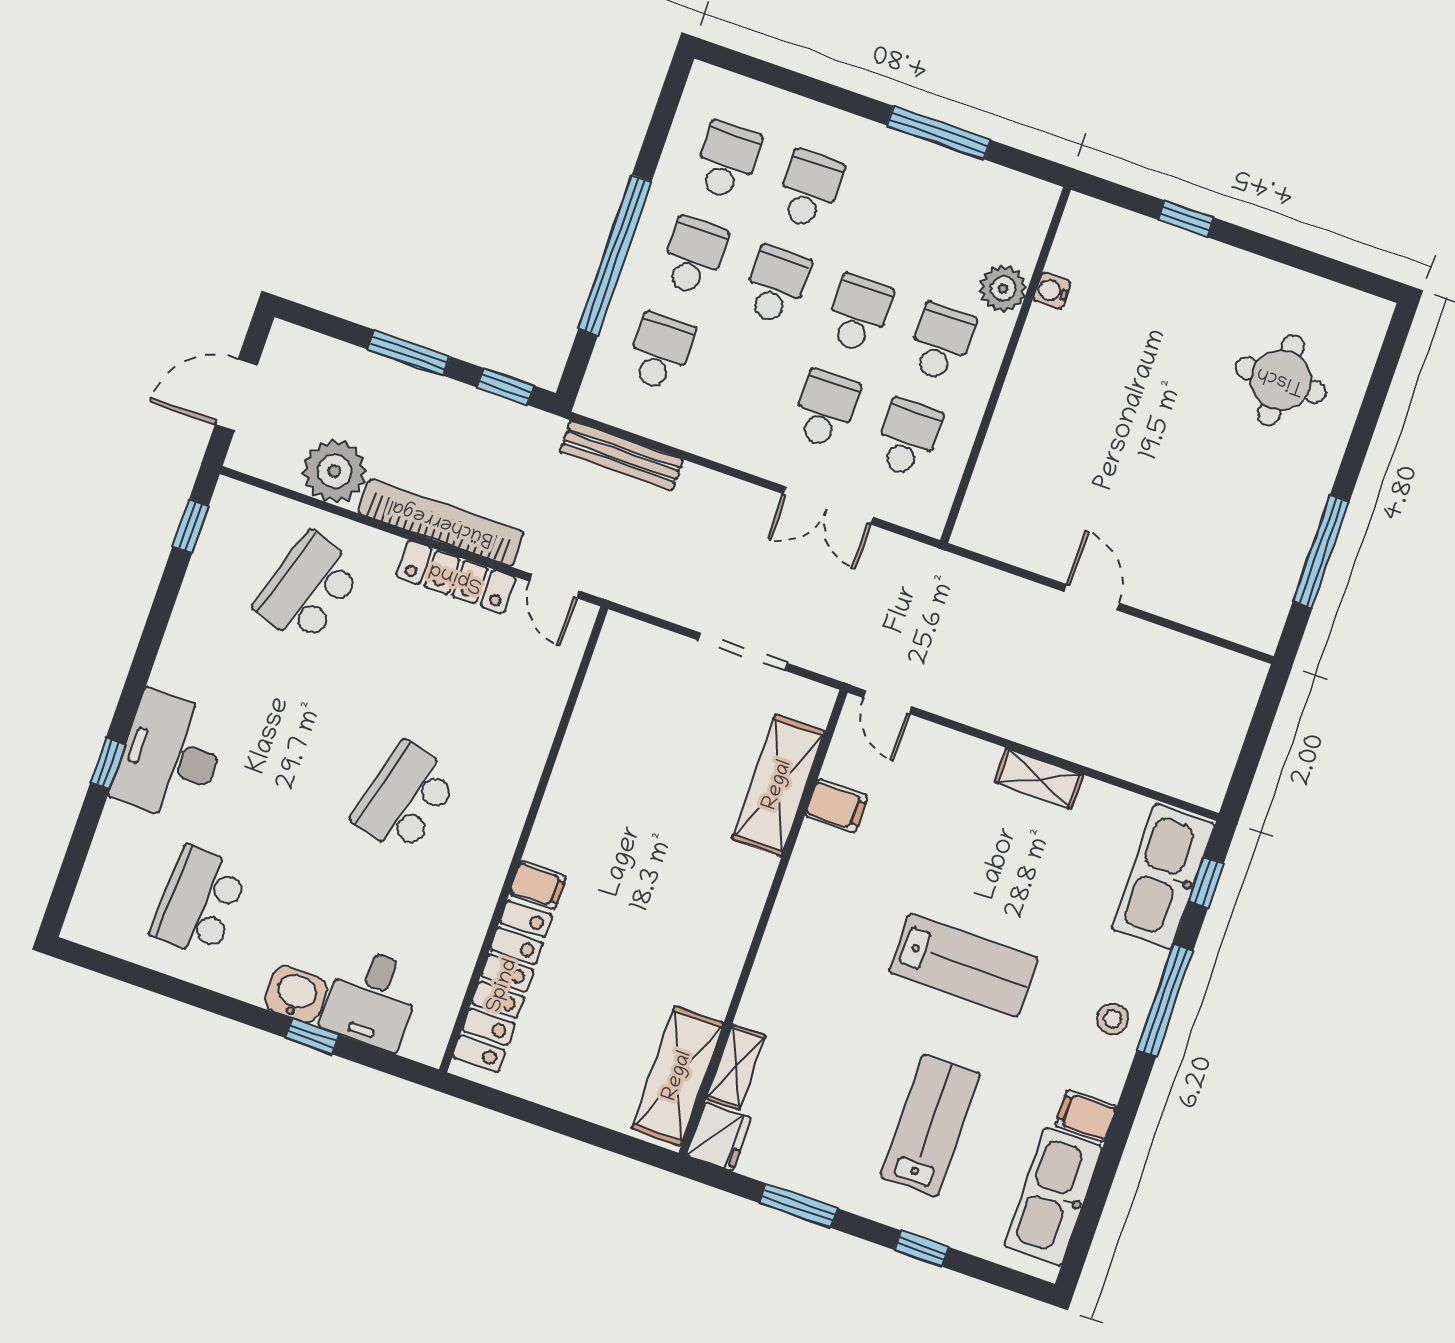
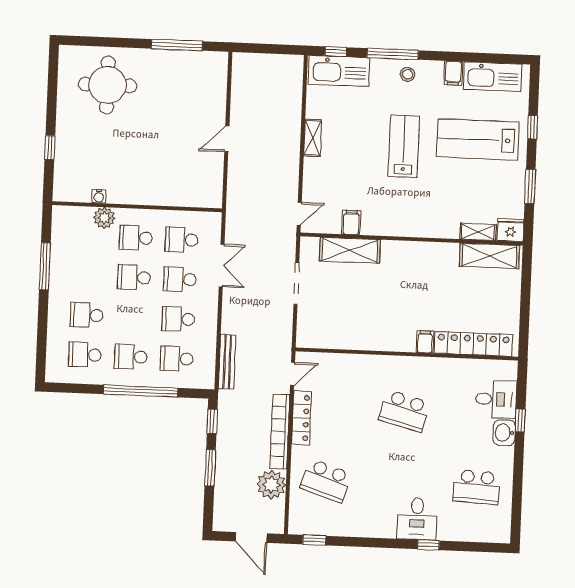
school desk: (776, 285) -> (178, 319), moved
round table: (1281, 380) -> (108, 85), width x1.36, depth x1.36
desk: (170, 756) -> (417, 519), width x0.73
lab bench: (930, 1125) -> (478, 140), width x1.36, depth x1.39

